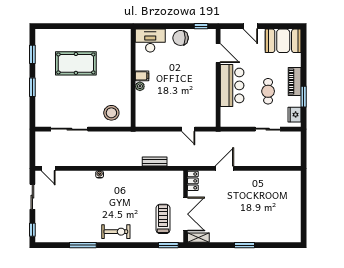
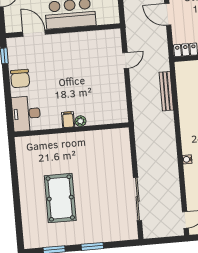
door: (218, 53) -> (34, 33), hinge flipped
stool: (111, 113) -> (114, 152), removed
bench: (155, 162) -> (166, 91), width x1.36

